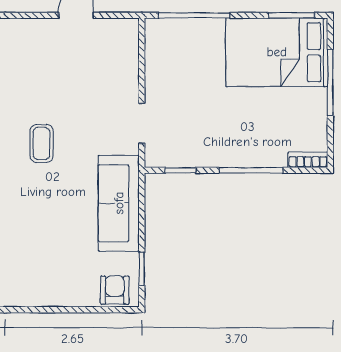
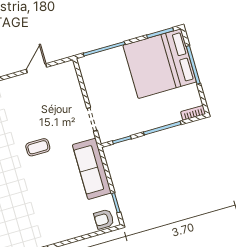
bed: (277, 52) -> (160, 64), width x1.36
coffee table: (41, 143) -> (38, 147), turned 90
armchair: (115, 290) -> (104, 219), turned -90

